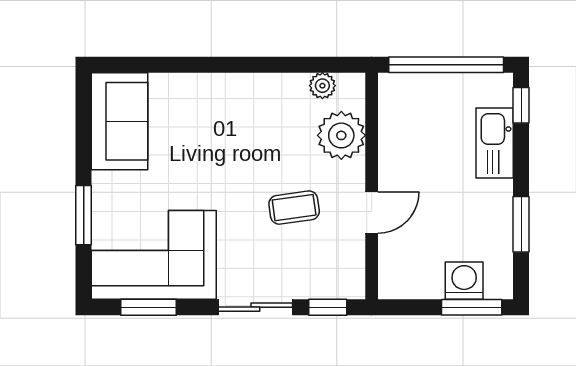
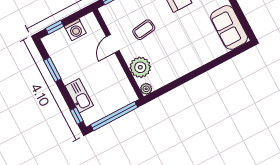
plant: (322, 86) -> (146, 89), moved
washing machine: (464, 281) -> (75, 30), moved
window: (472, 307) -> (55, 27), width x0.67

